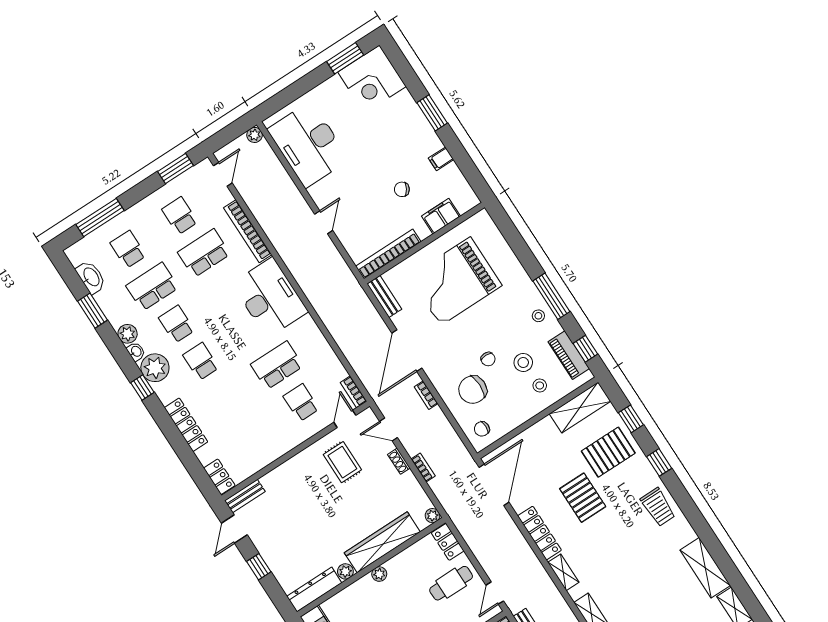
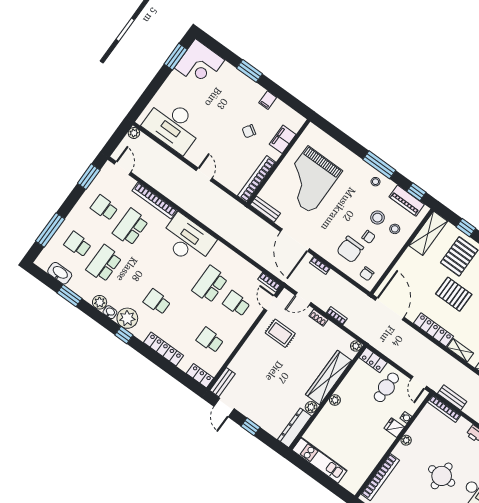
school desk: (177, 324) -> (210, 340), moved
chair: (488, 359) -> (369, 237), moved

